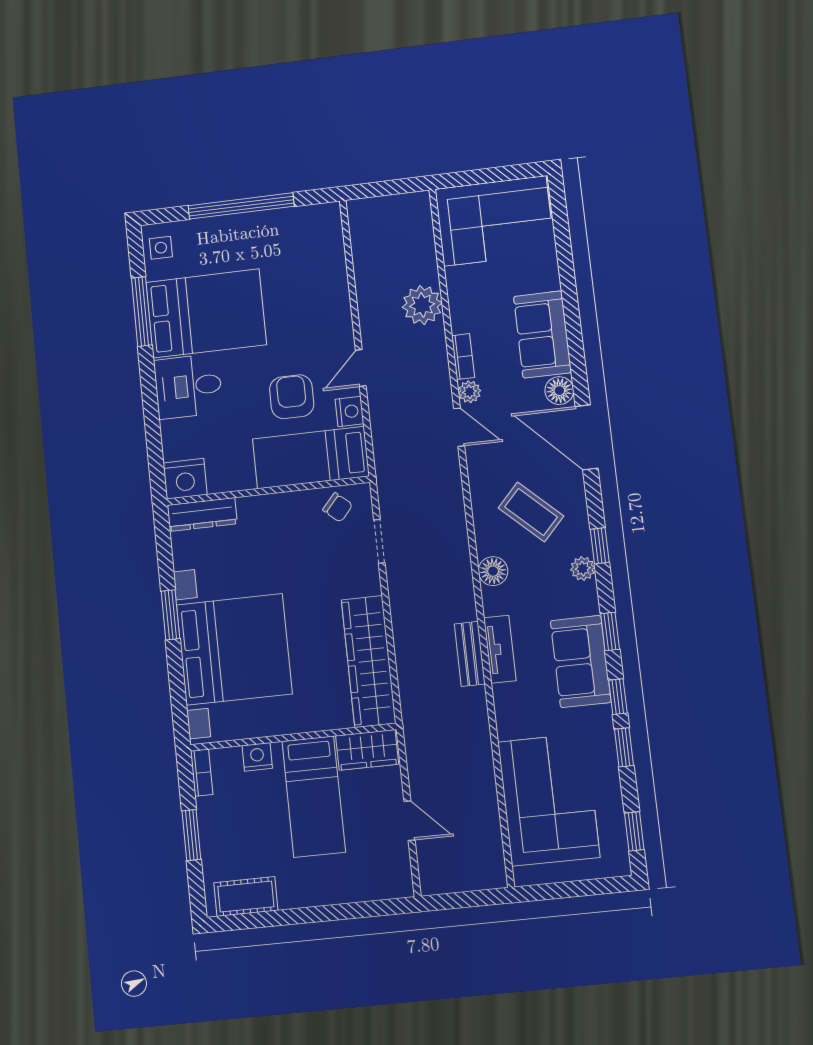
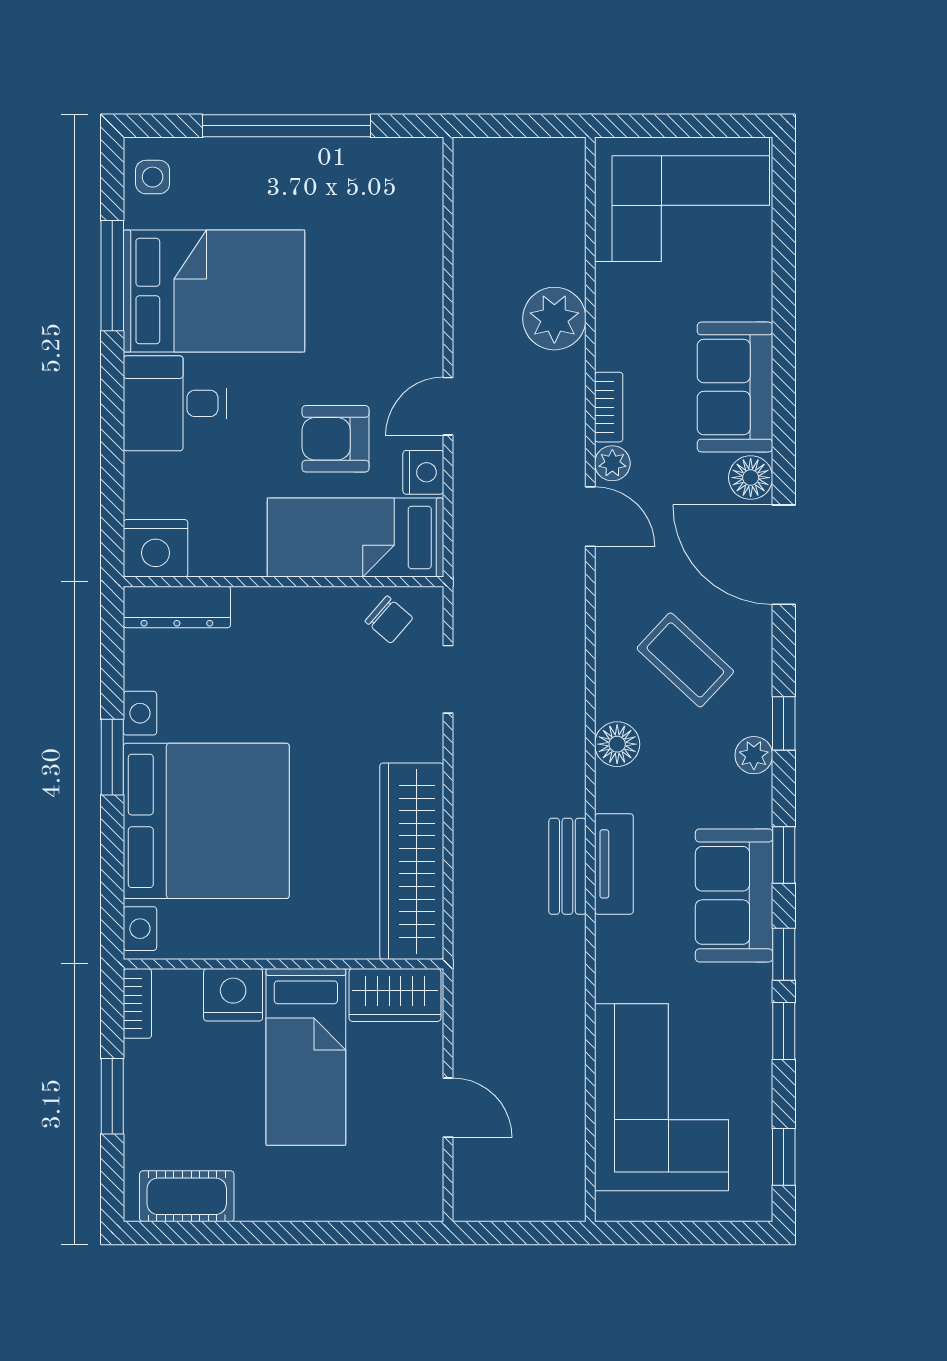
armchair: (292, 397) -> (335, 439), turned -90
nightstand: (257, 757) -> (233, 995), width x1.36, depth x1.33

